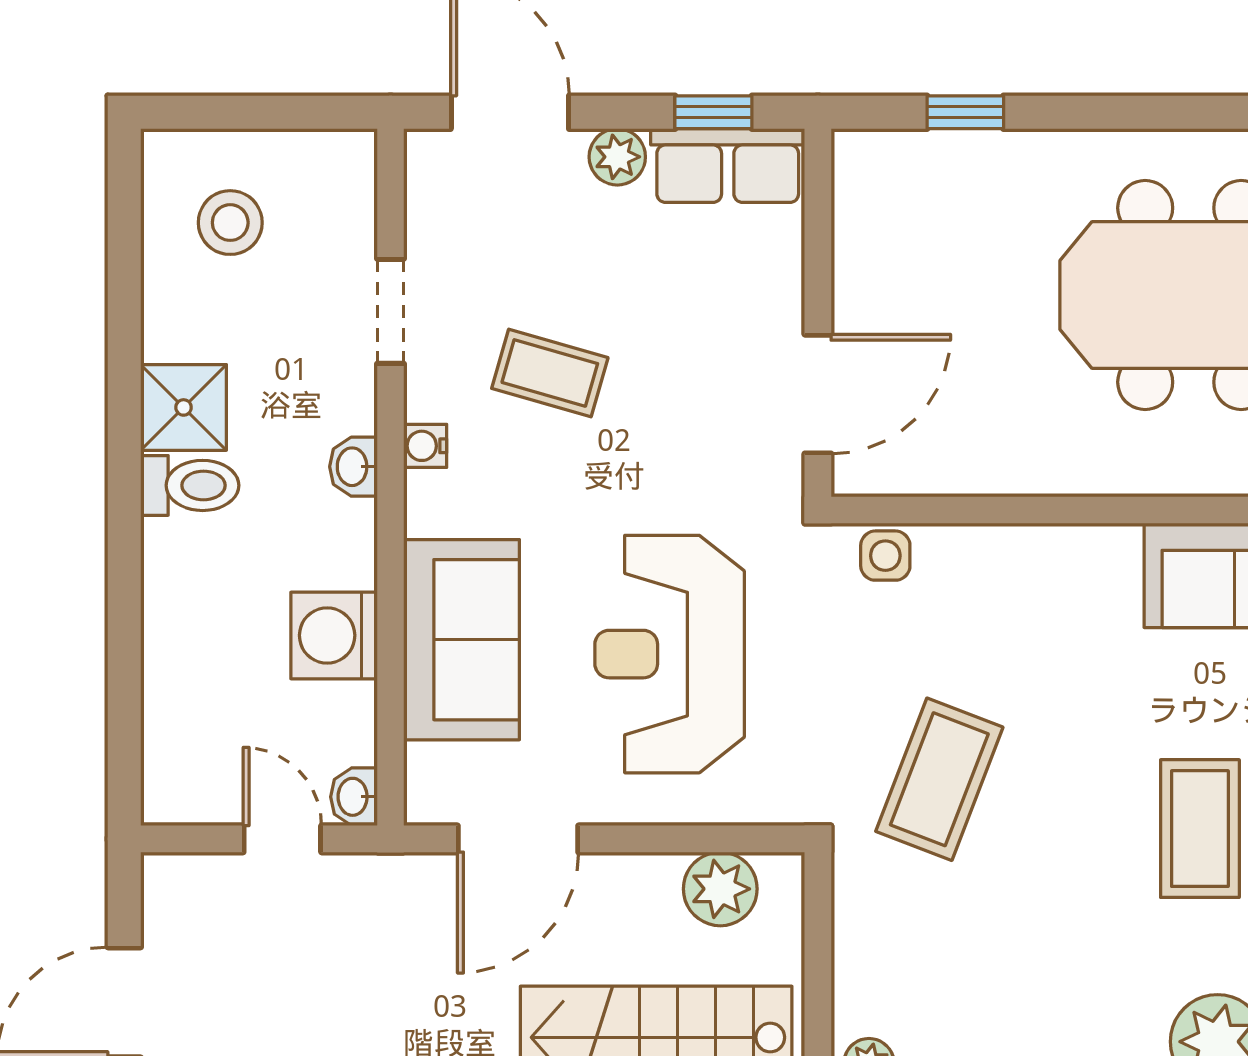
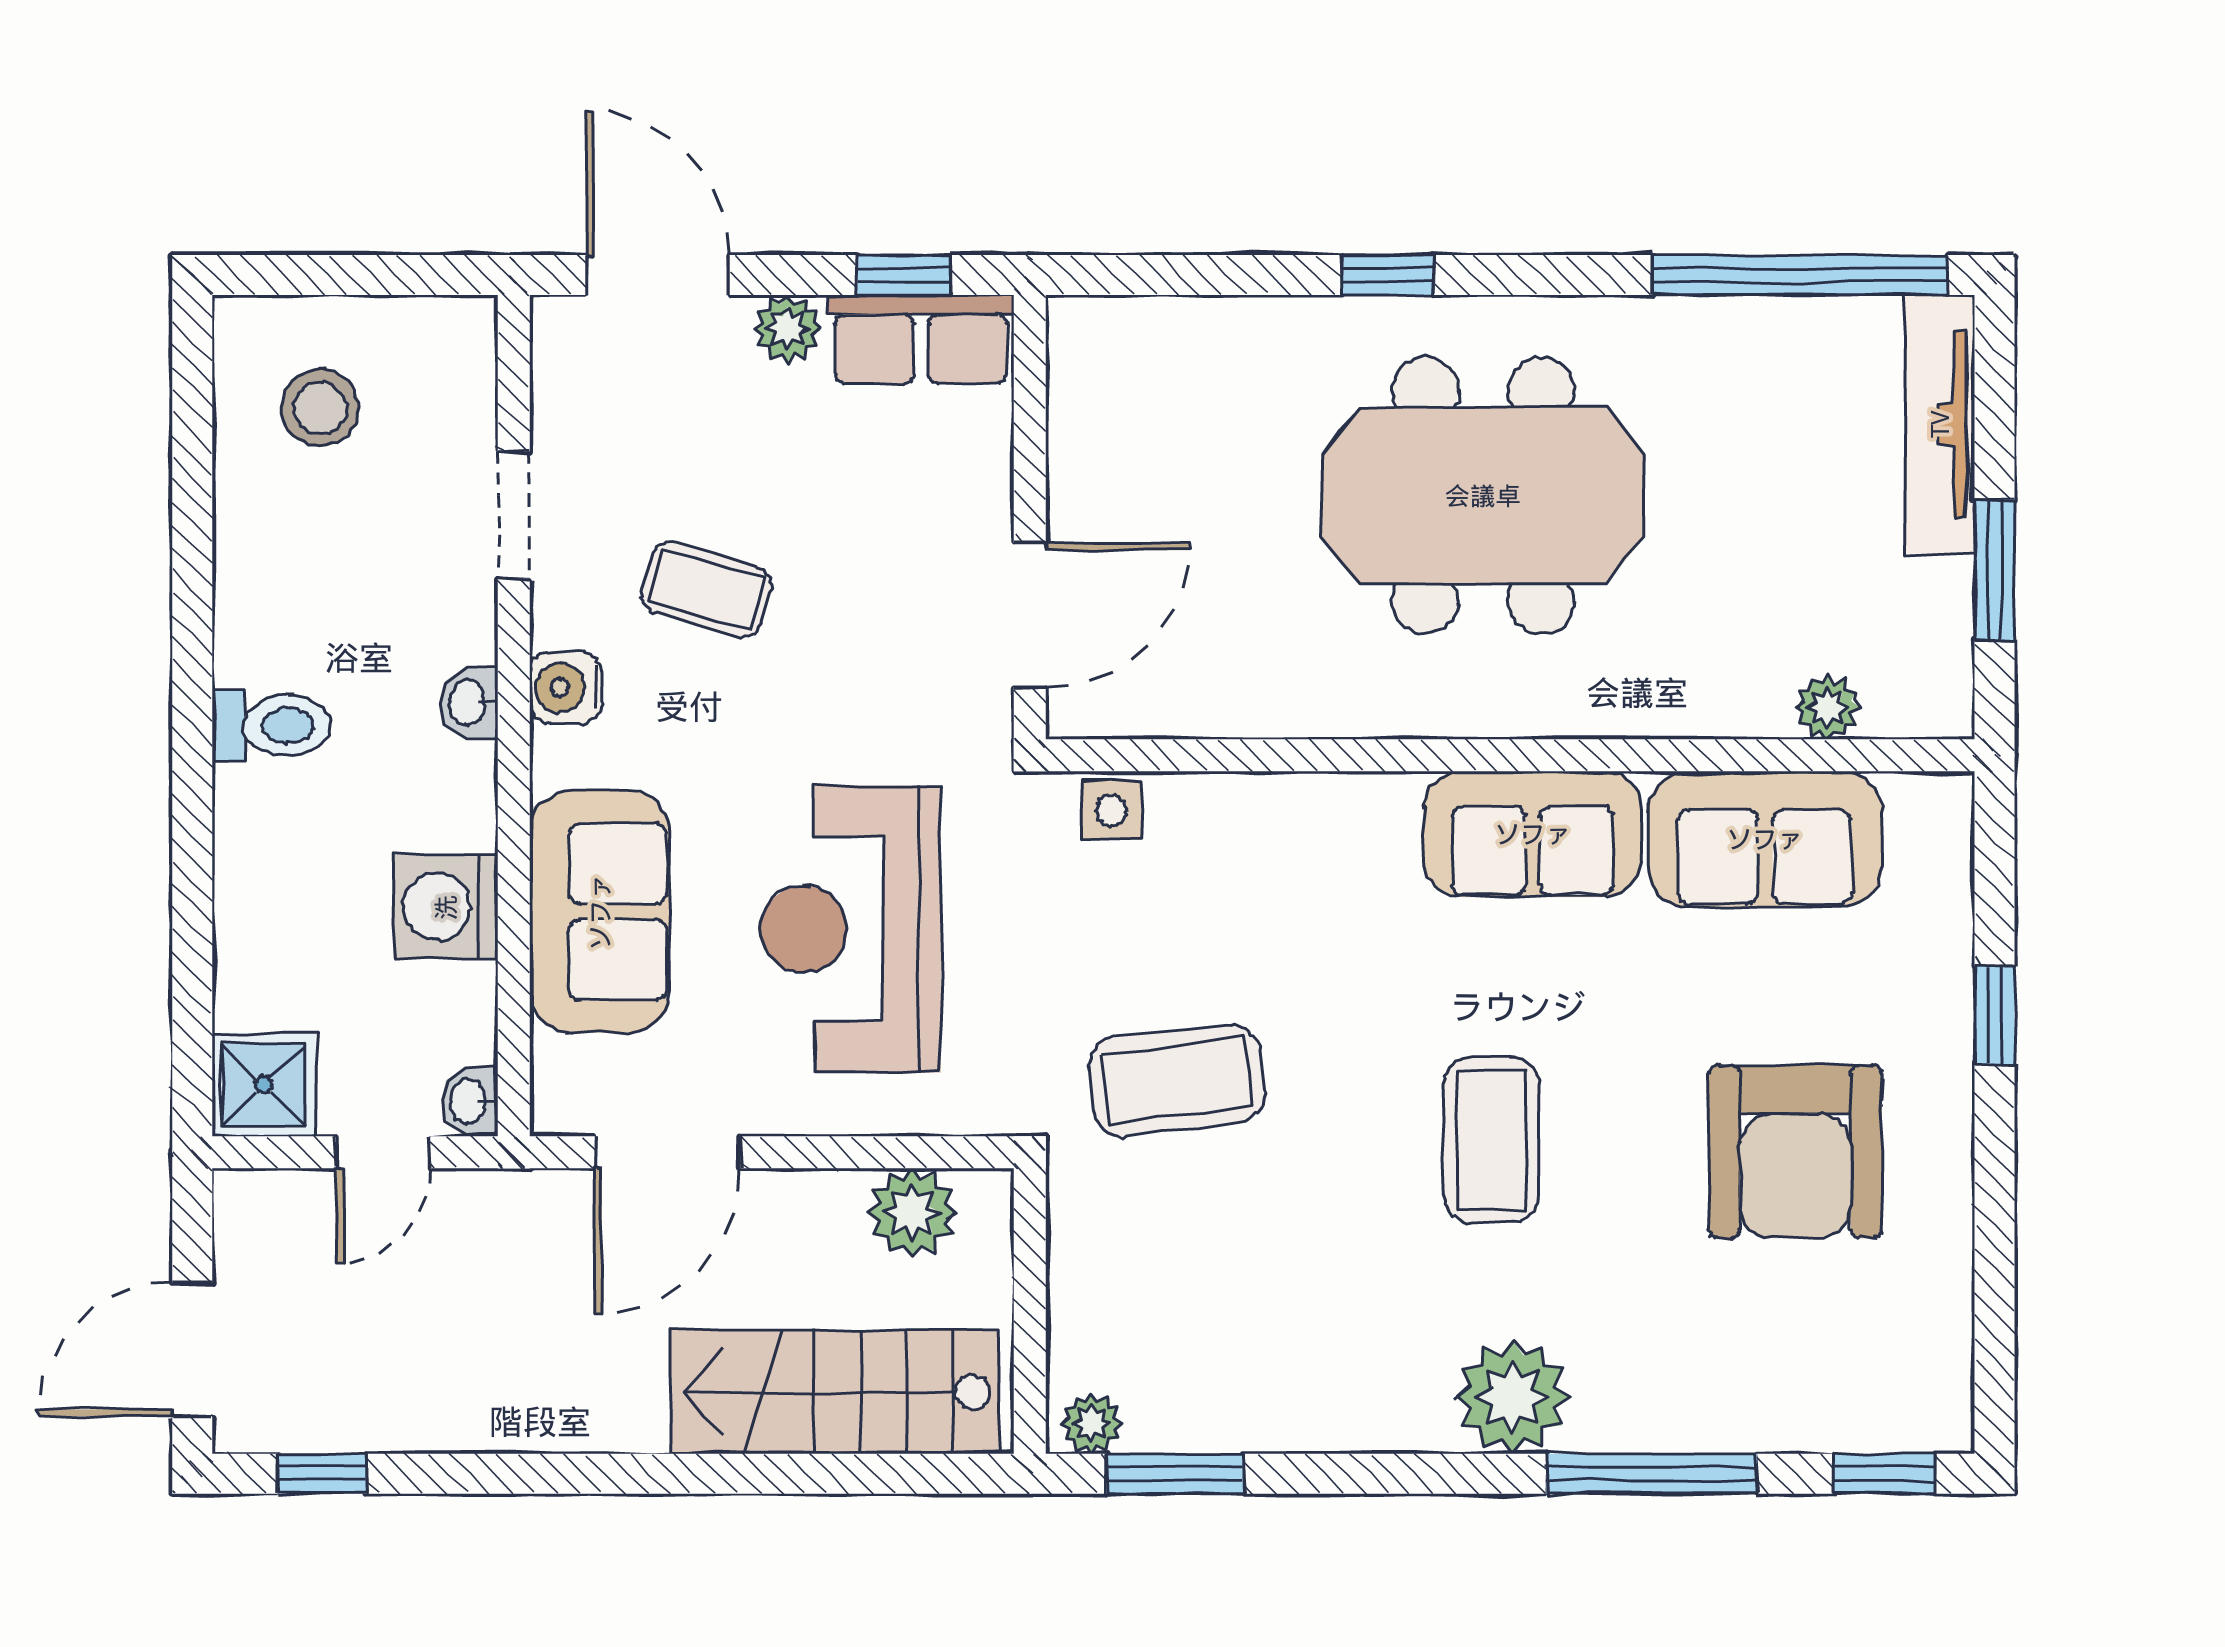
window: (965, 112) -> (1388, 275), moved
shower: (184, 407) -> (264, 1085), moved
water cooler: (425, 446) -> (566, 688), width x1.38, depth x1.38
coffee table: (939, 779) -> (1176, 1080), turned 62
door: (282, 839) -> (383, 1152), swing flipped

